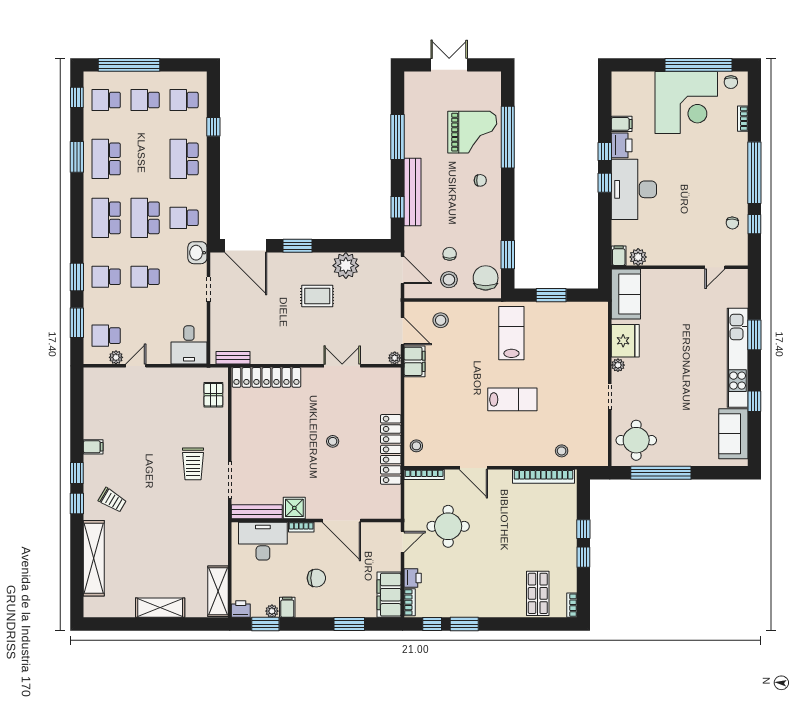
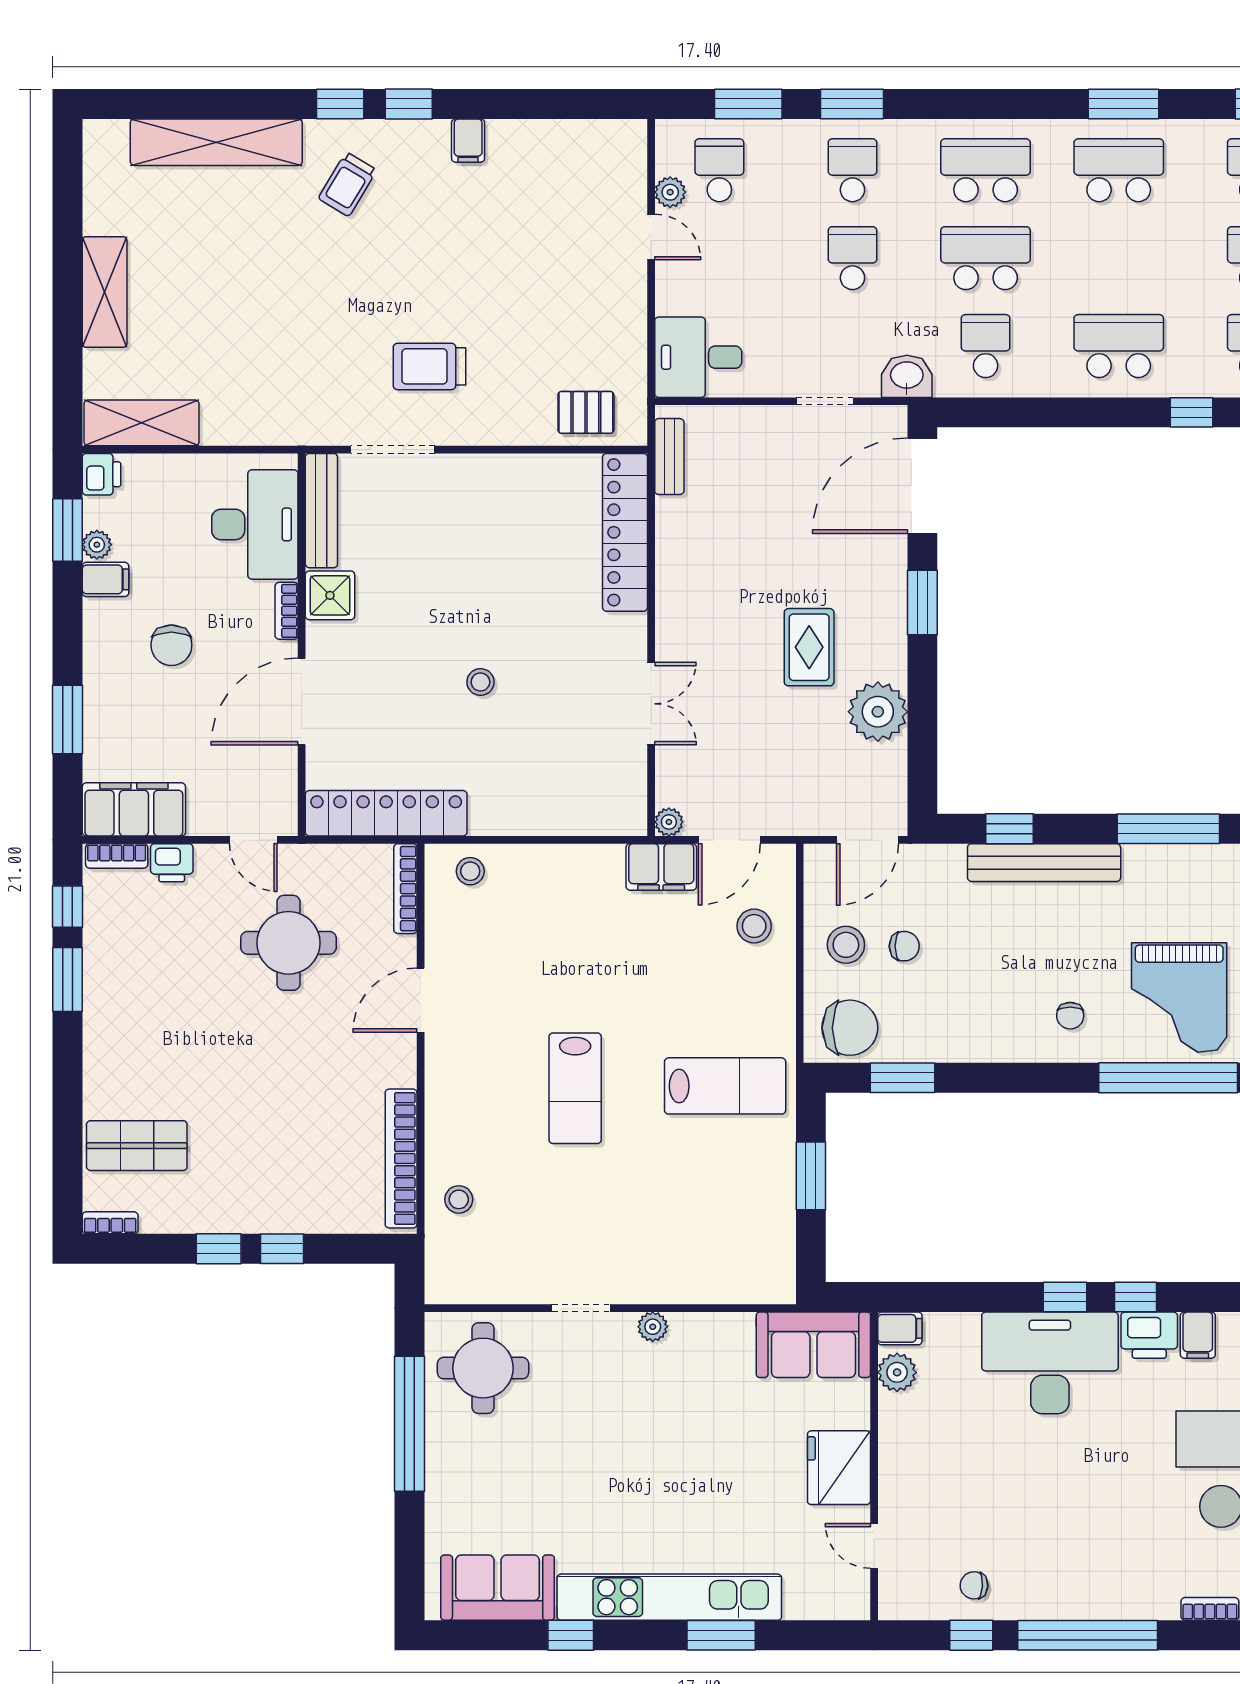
fridge: (625, 341) -> (839, 1468), moved, turned 90
locker: (391, 449) -> (386, 813), moved

